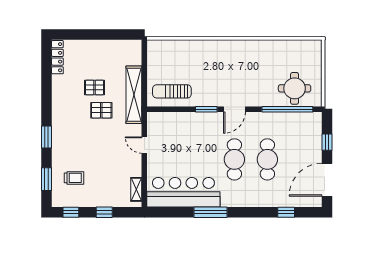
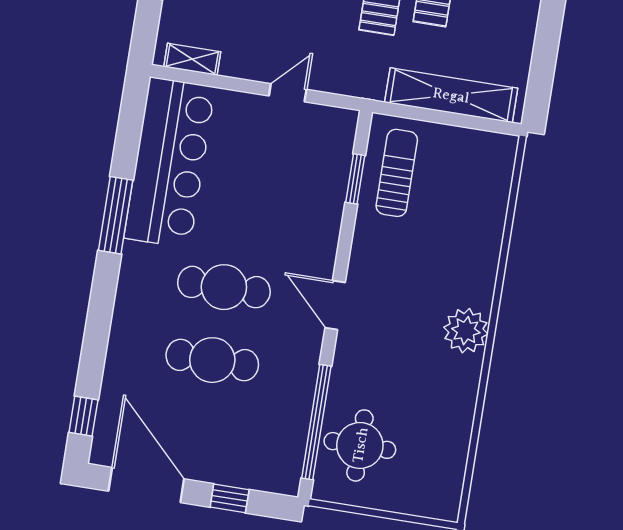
plant: (237, 50) -> (466, 331), added
shelving: (134, 95) -> (451, 95), moved
window: (206, 109) -> (355, 179), moved
window: (286, 212) -> (83, 416), moved

